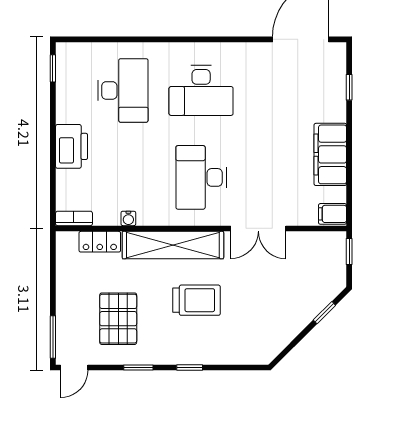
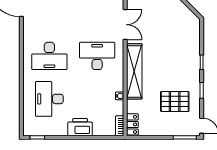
desk: (123, 90) -> (49, 99), turned -90
desk: (201, 90) -> (49, 56), turned 90
desk: (201, 177) -> (97, 56), turned 180
locker: (100, 242) -> (132, 124), moved
trolley: (196, 300) -> (165, 59), removed

